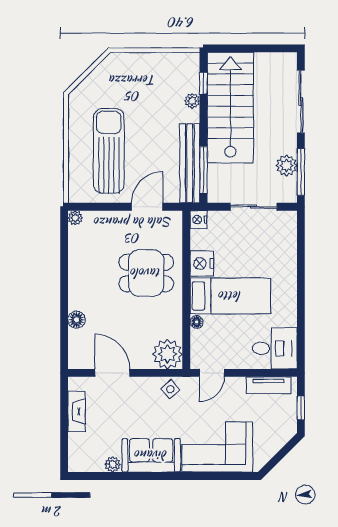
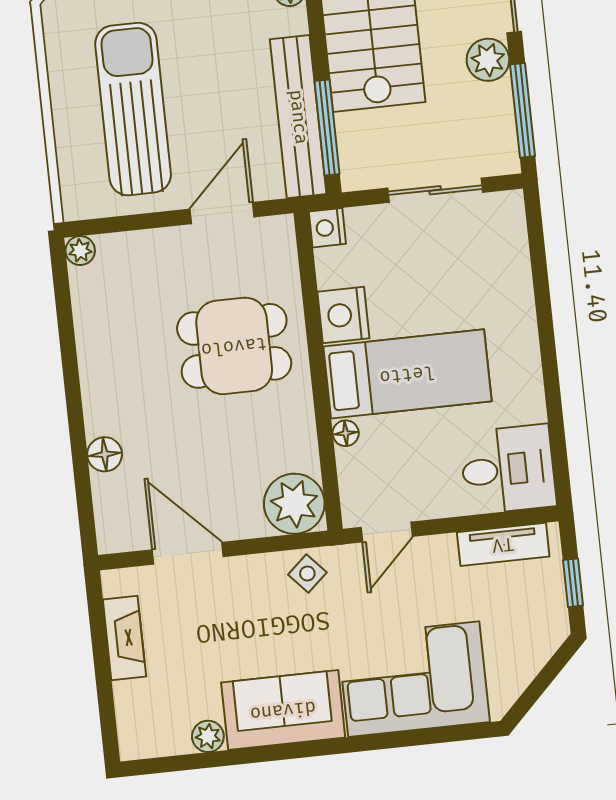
plant: (287, 166) -> (488, 60), moved

